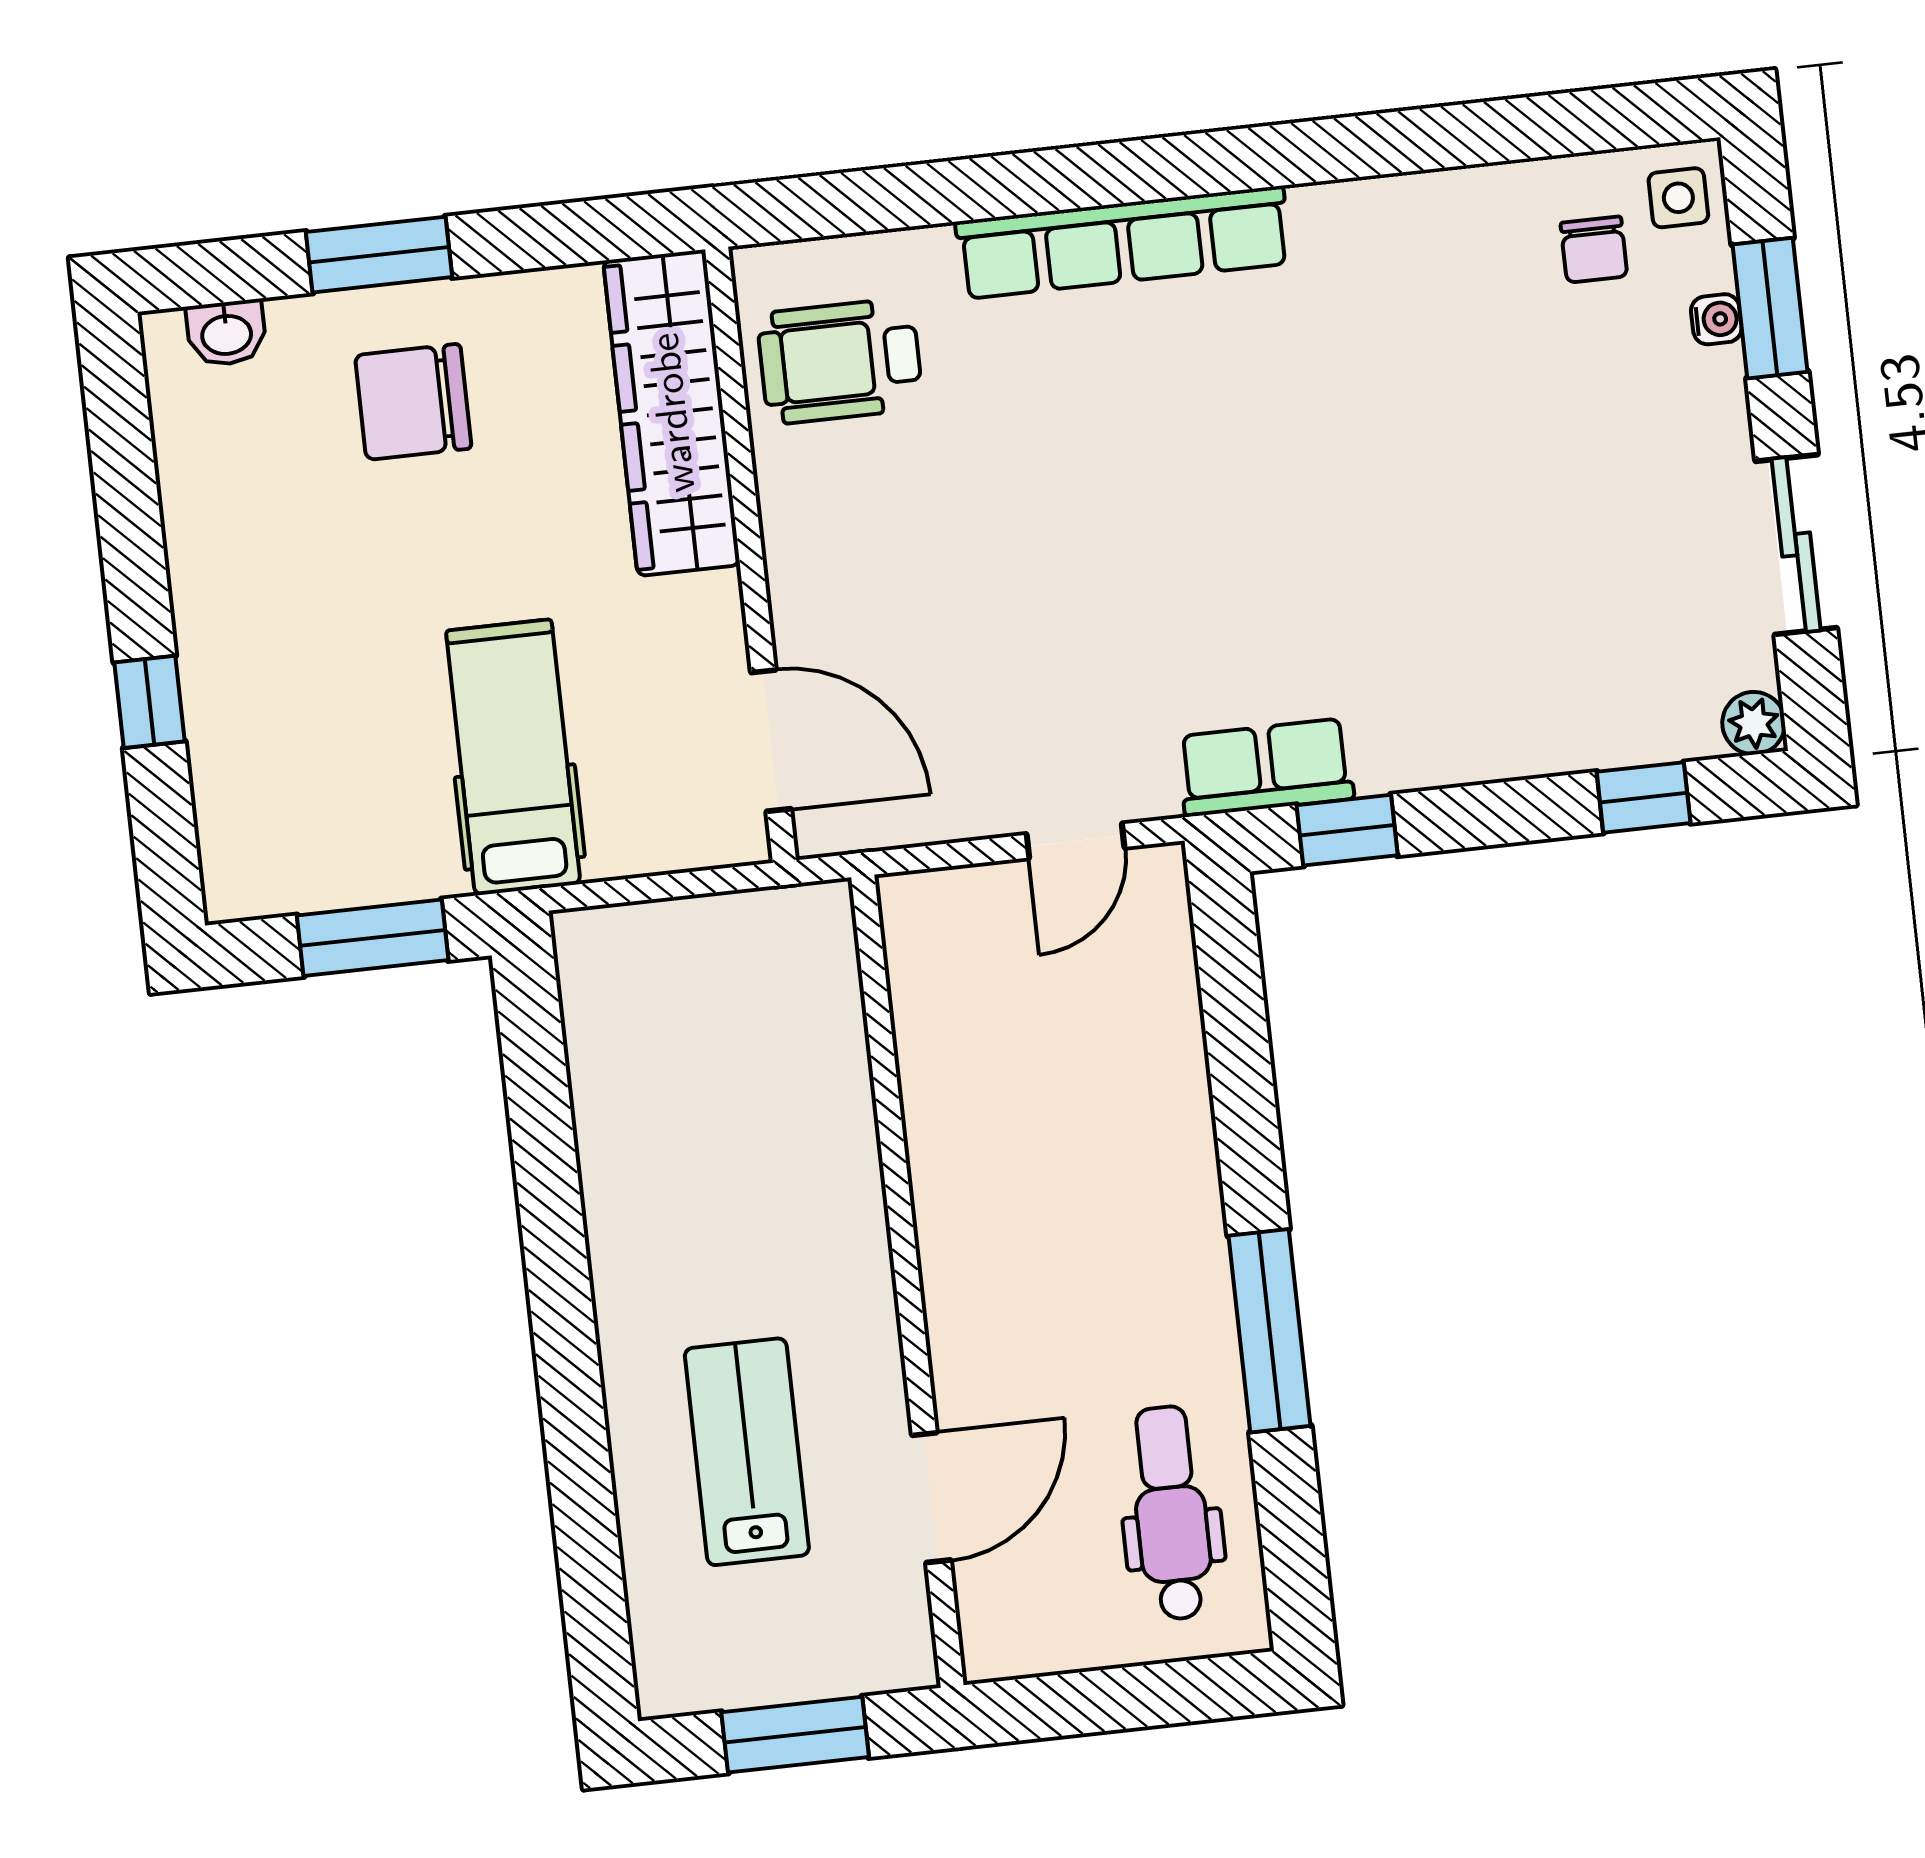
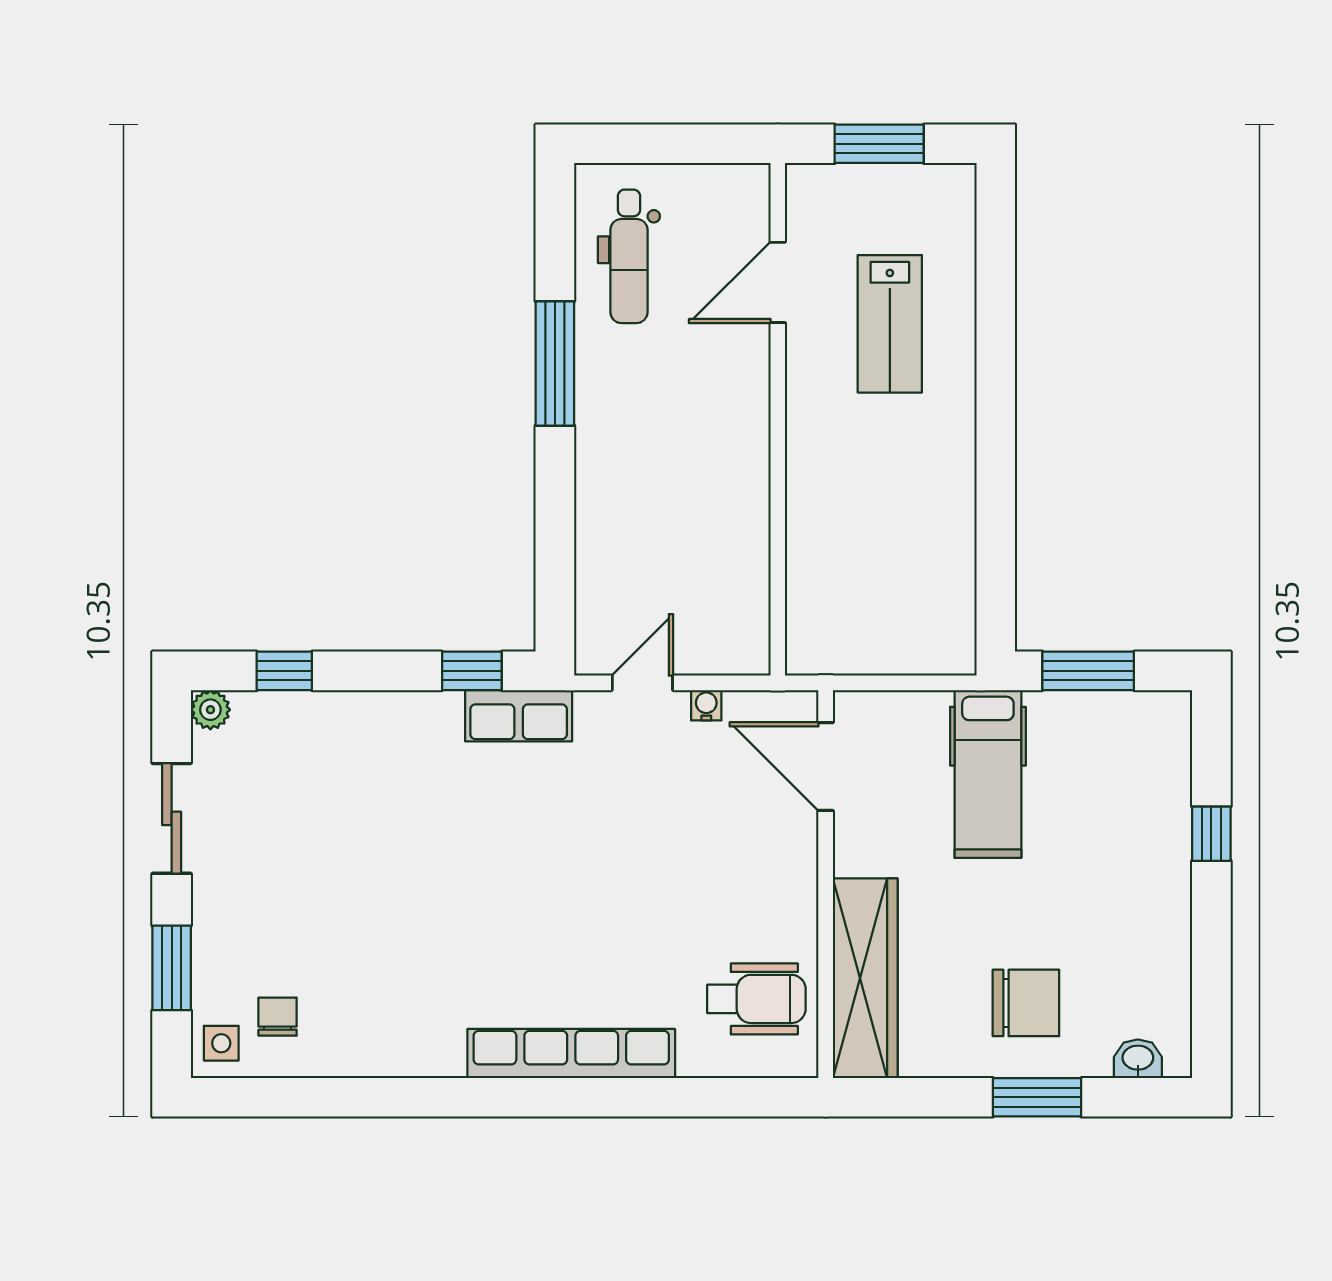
water cooler: (1716, 319) -> (706, 705), moved, turned 90

